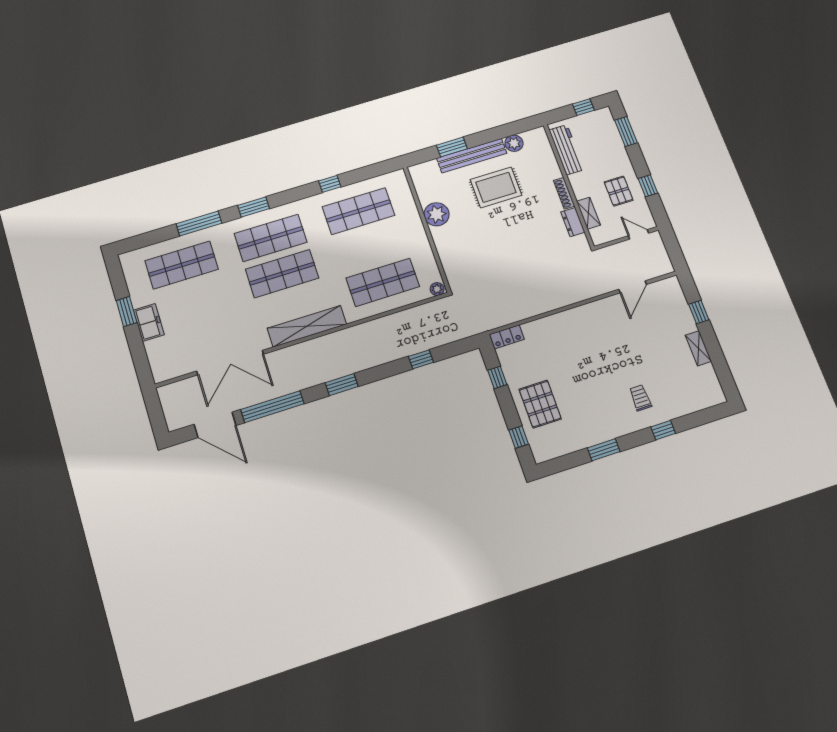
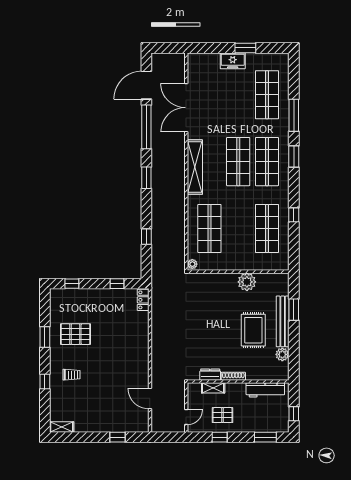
shelving: (698, 348) -> (62, 427), moved
pallet: (540, 404) -> (75, 334), moved

